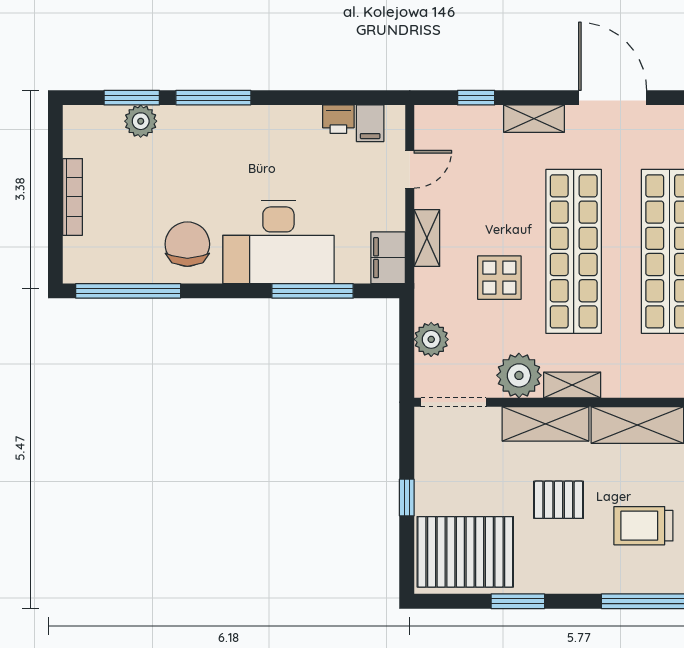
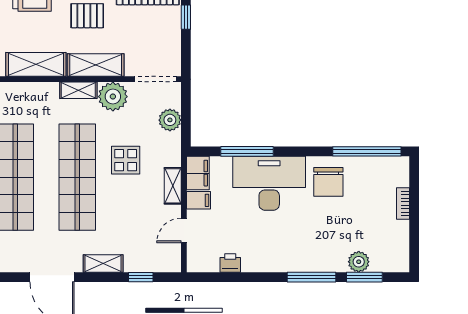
filing cabinet: (370, 123) -> (199, 200), moved, turned 90
bookcase: (73, 197) -> (403, 204), width x0.64

